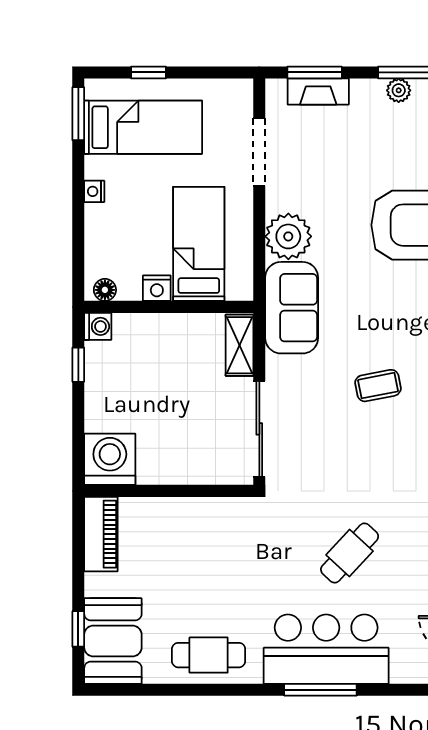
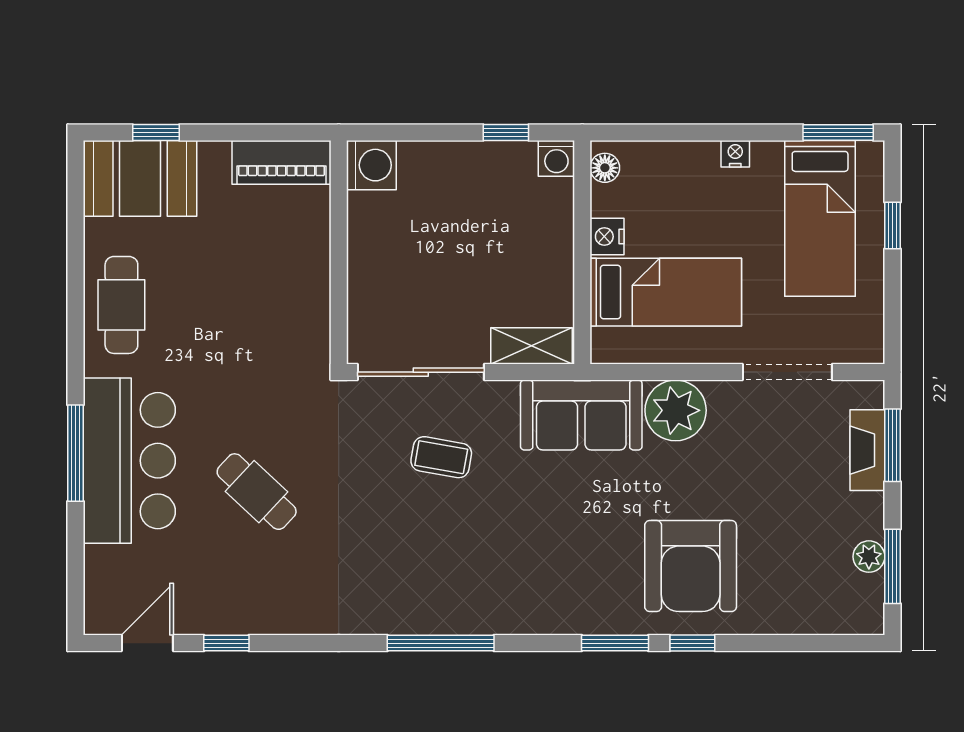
coffee table: (378, 386) -> (441, 457), moved, turned -69
washing machine: (110, 459) -> (371, 165), width x0.73, depth x0.73

